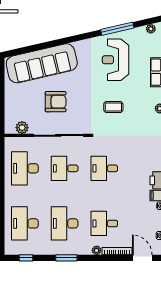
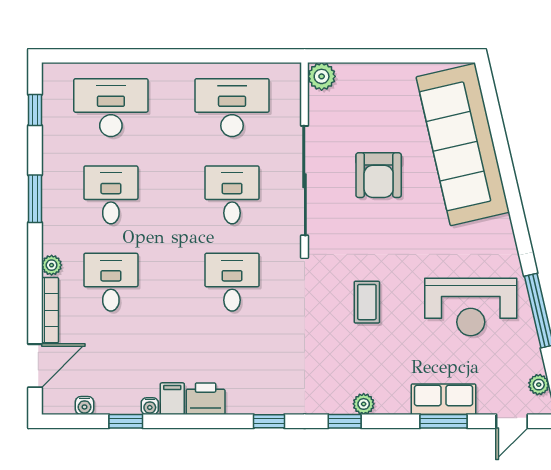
reception desk: (116, 60) -> (471, 307), turned 180
plant: (22, 128) -> (322, 76), moved
desk: (65, 223) -> (111, 195), width x0.73

